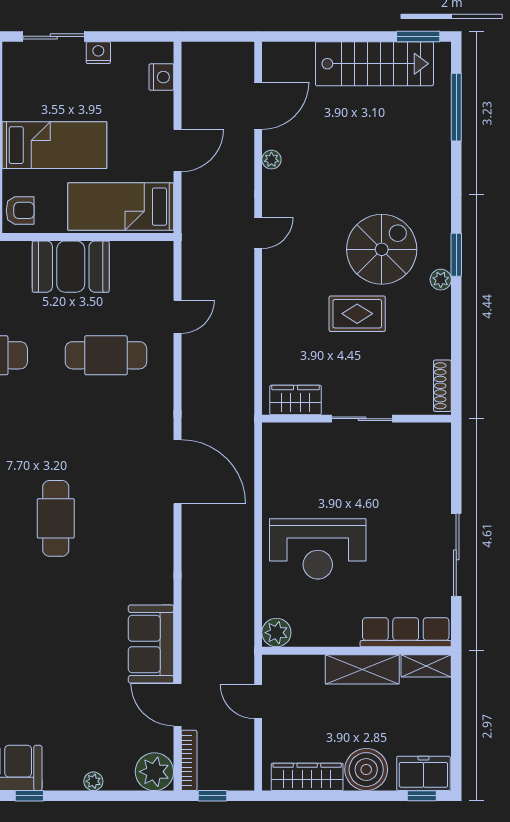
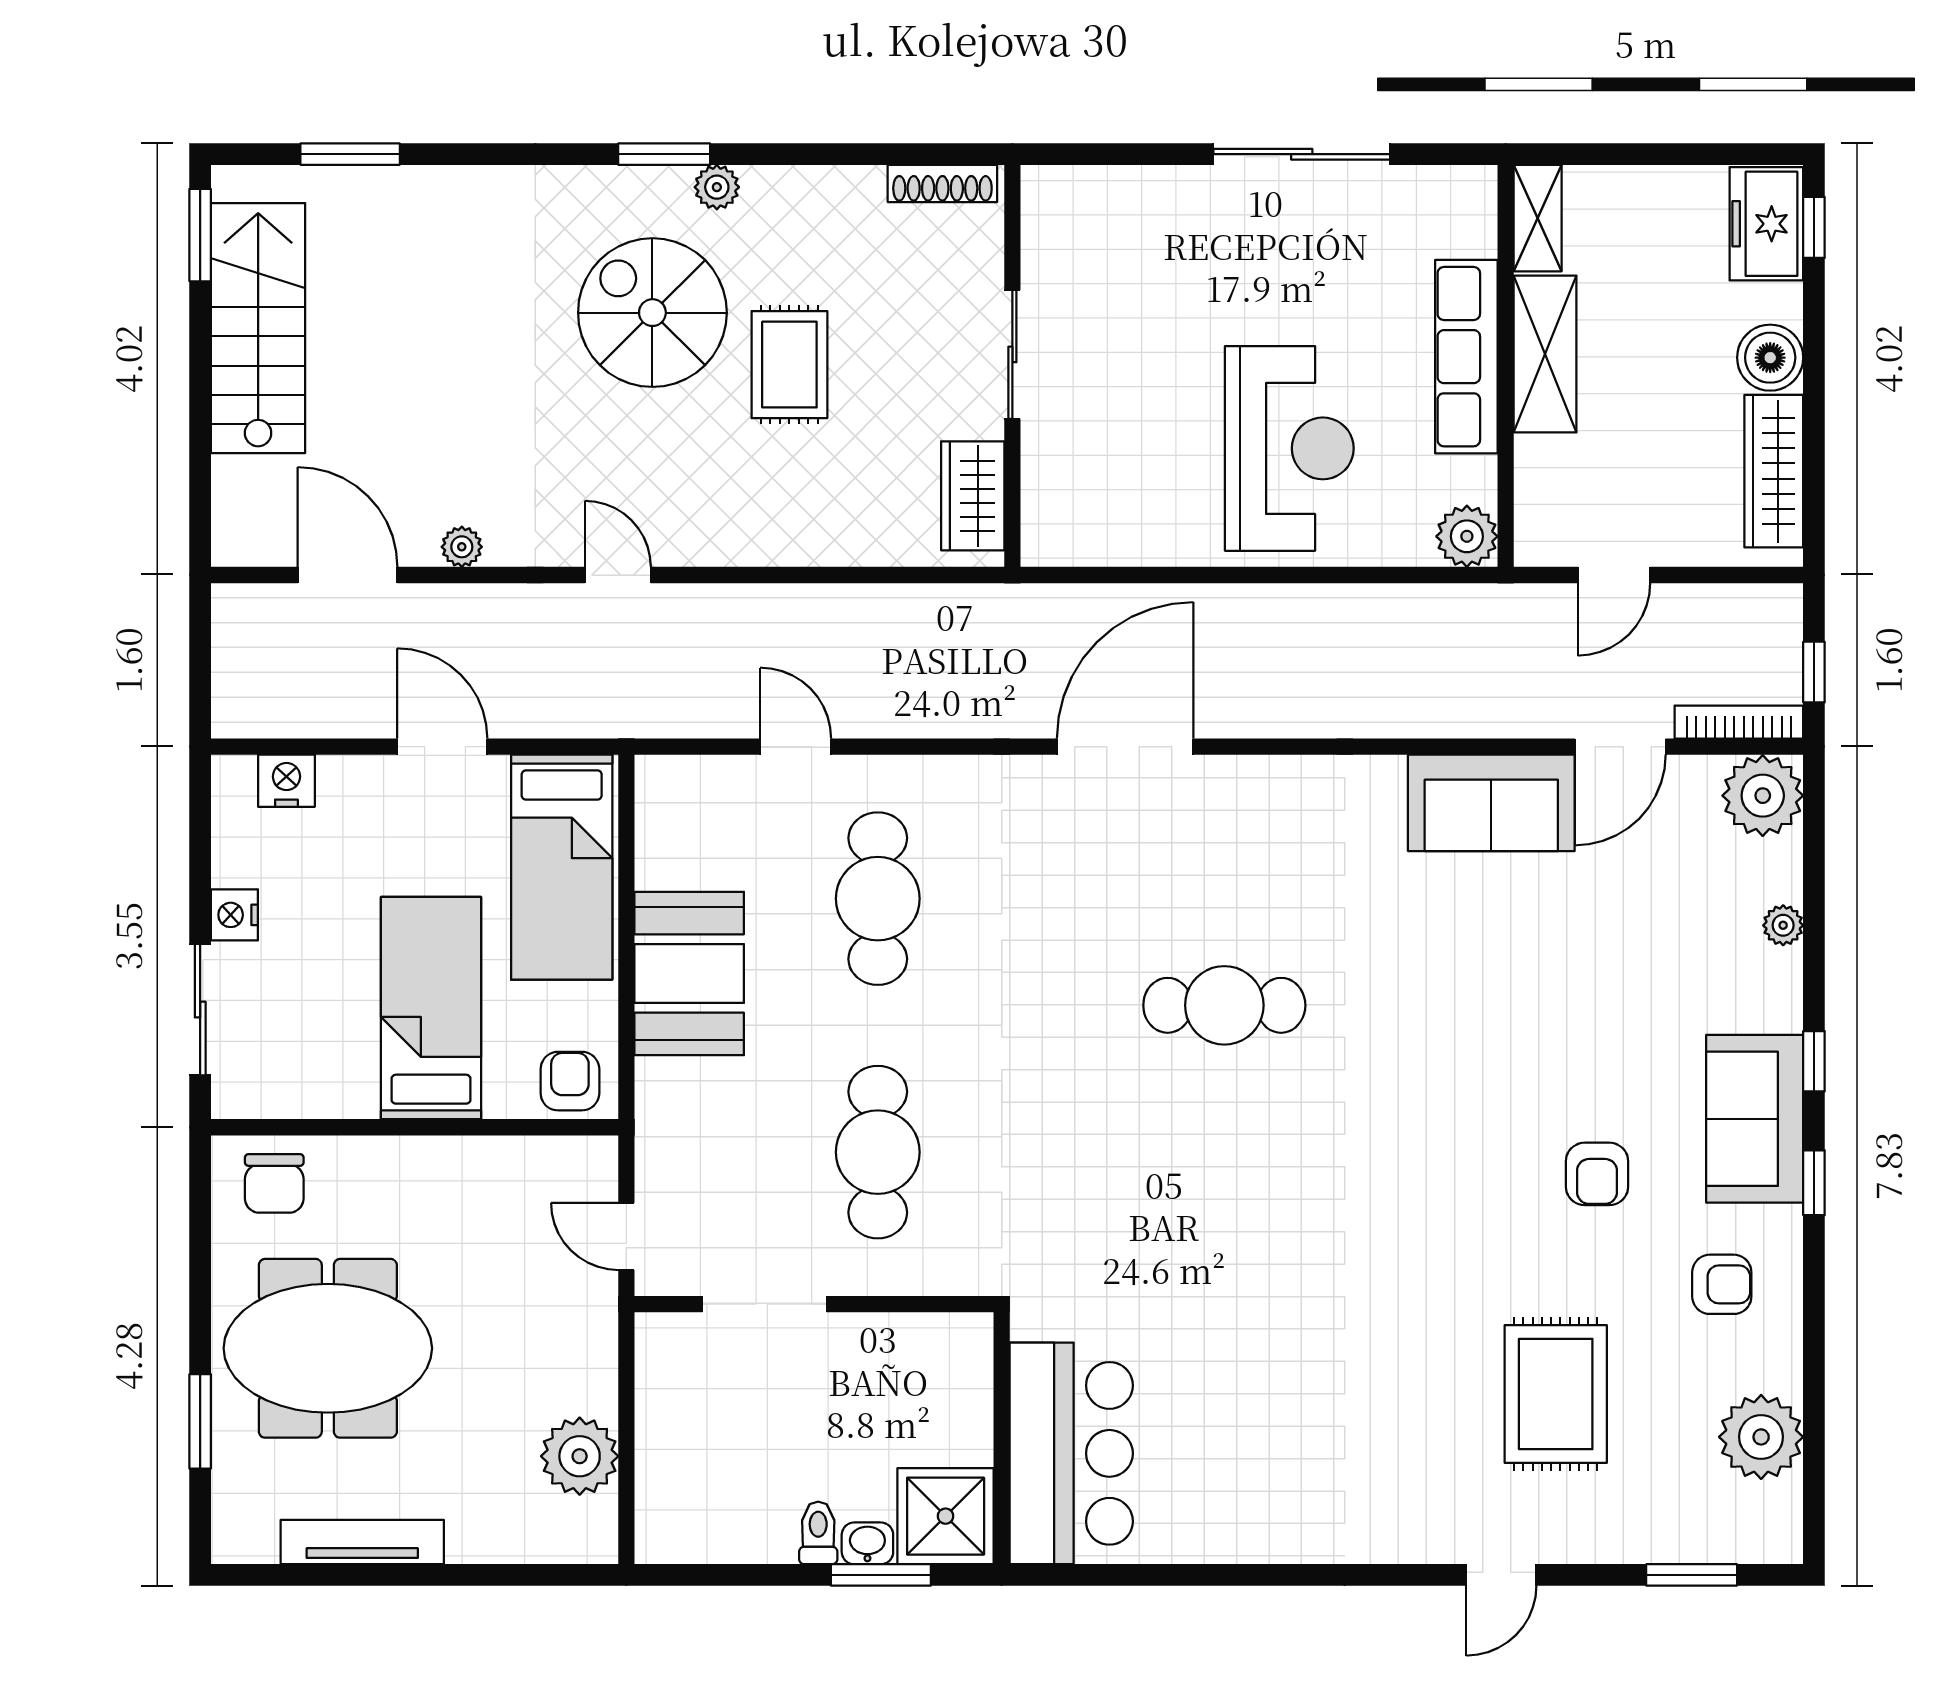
window: (456, 107) -> (350, 154), width x0.69
row of seats: (406, 632) -> (1466, 357), moved
boiler: (366, 770) -> (1770, 358), width x0.73, depth x0.73

